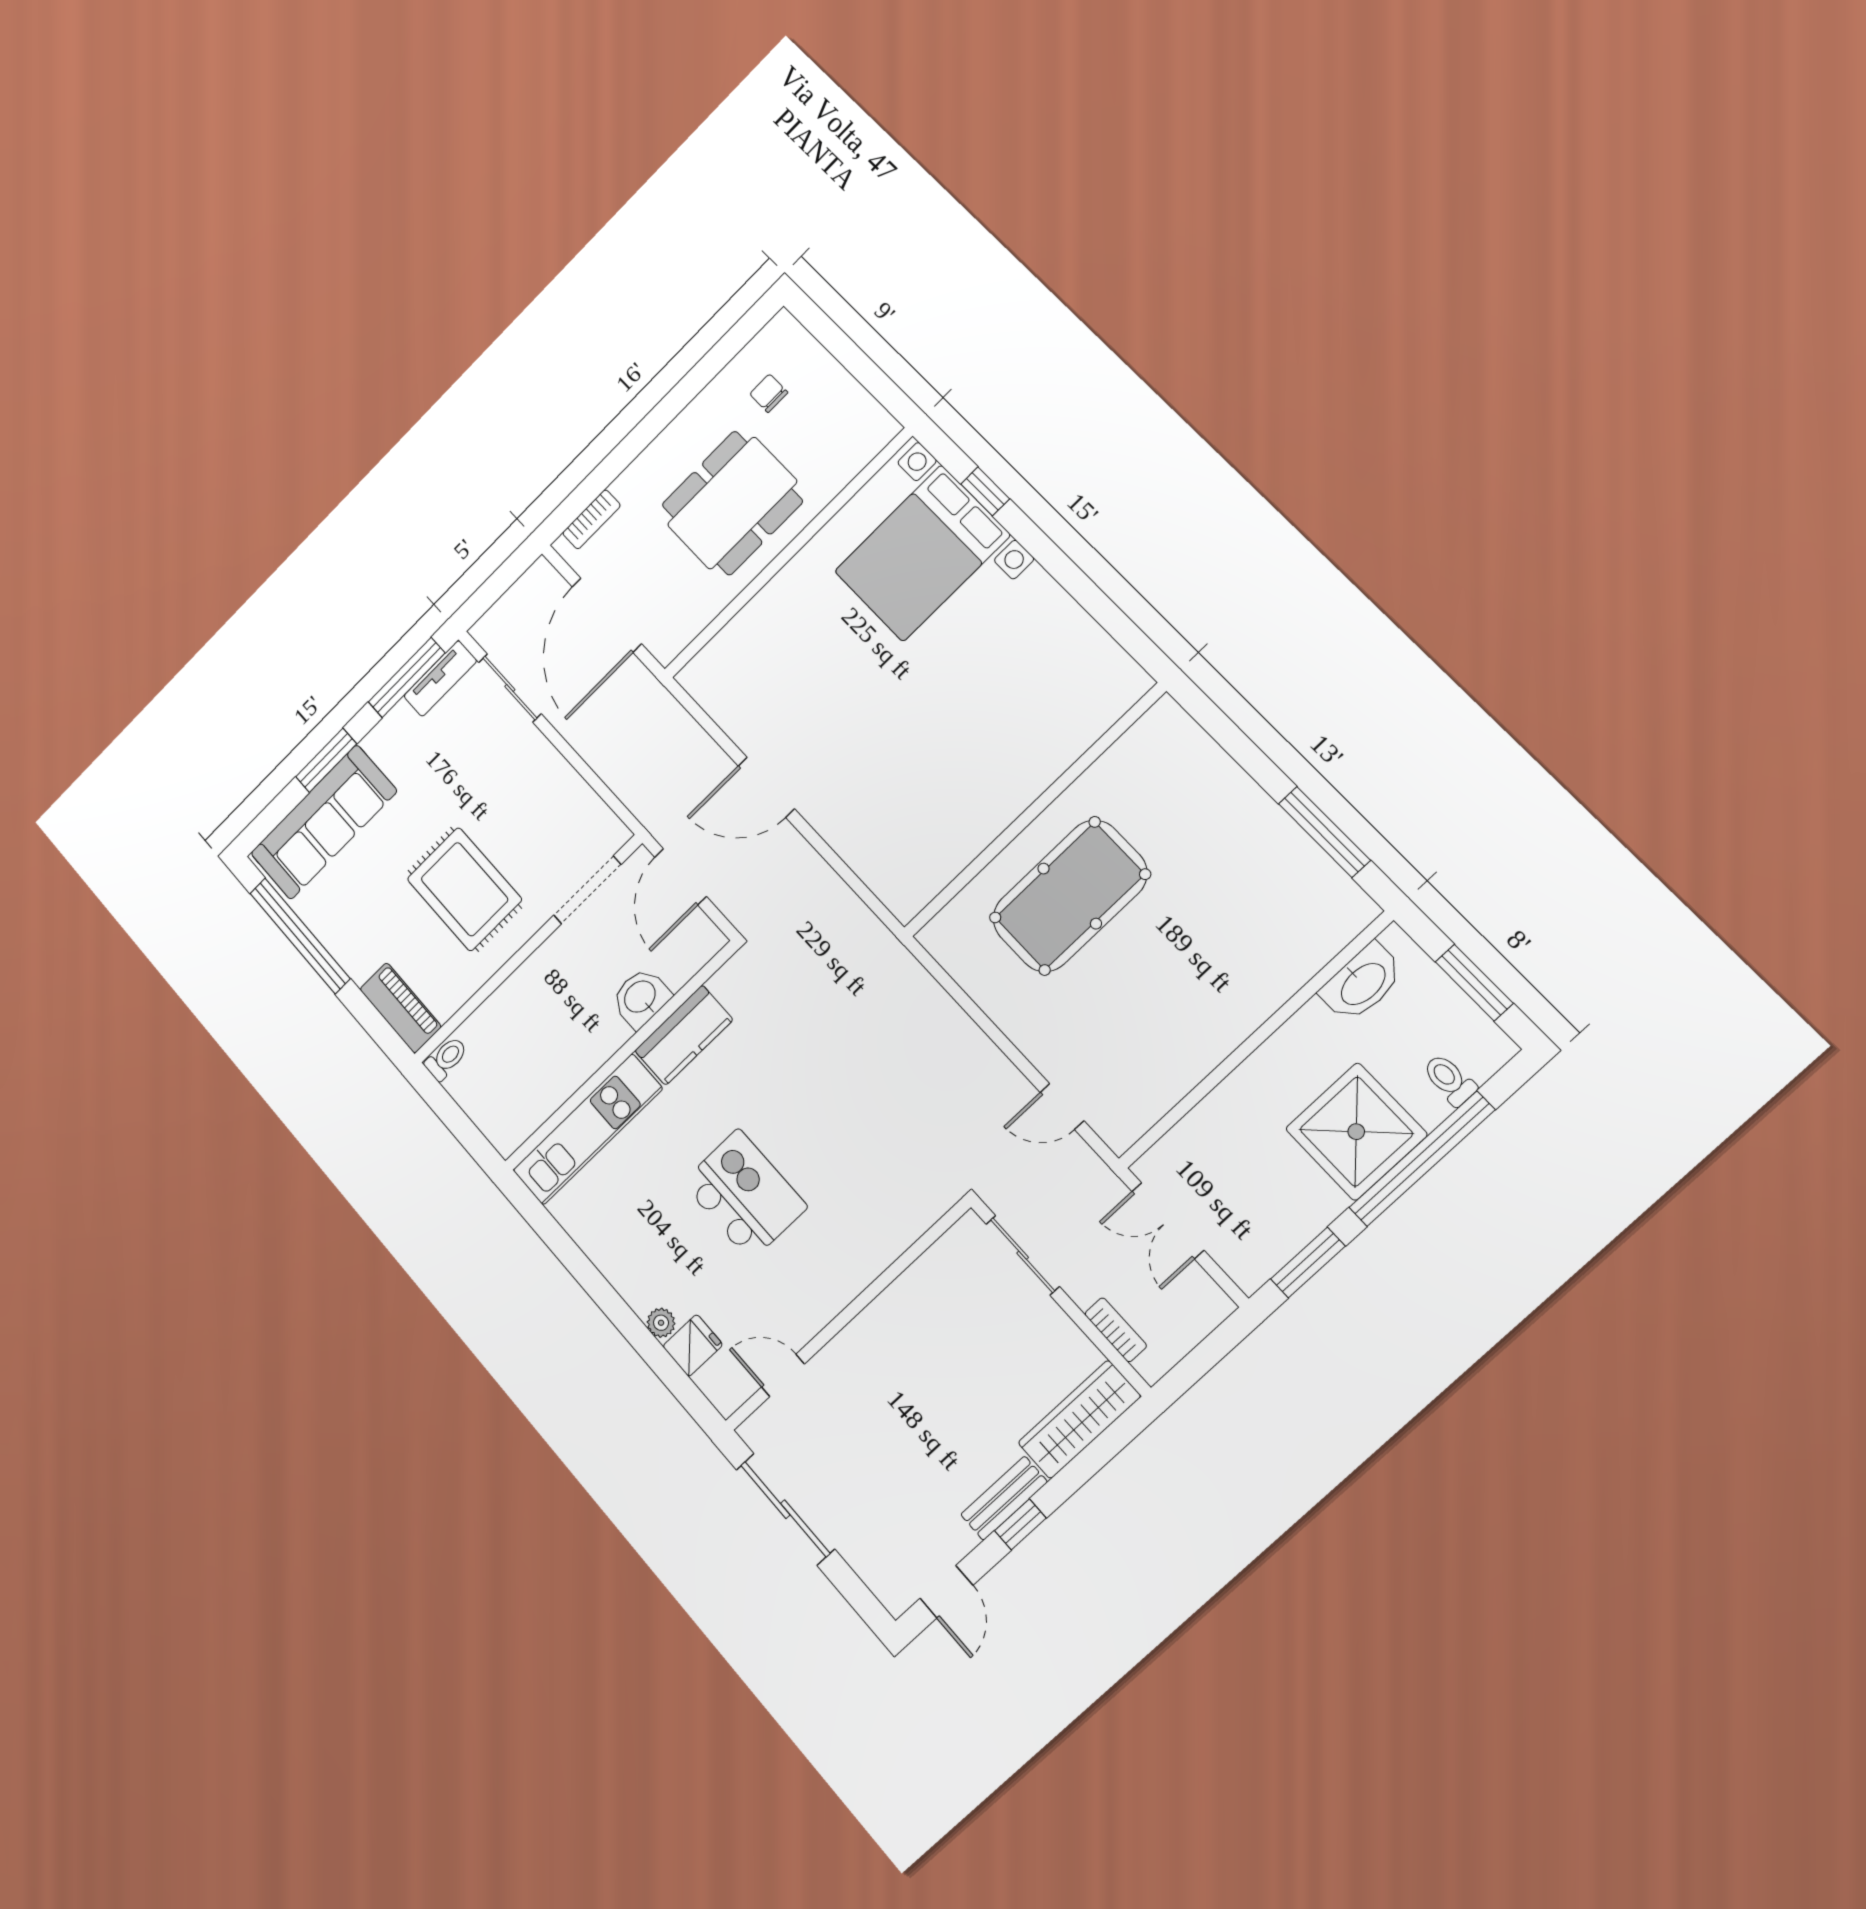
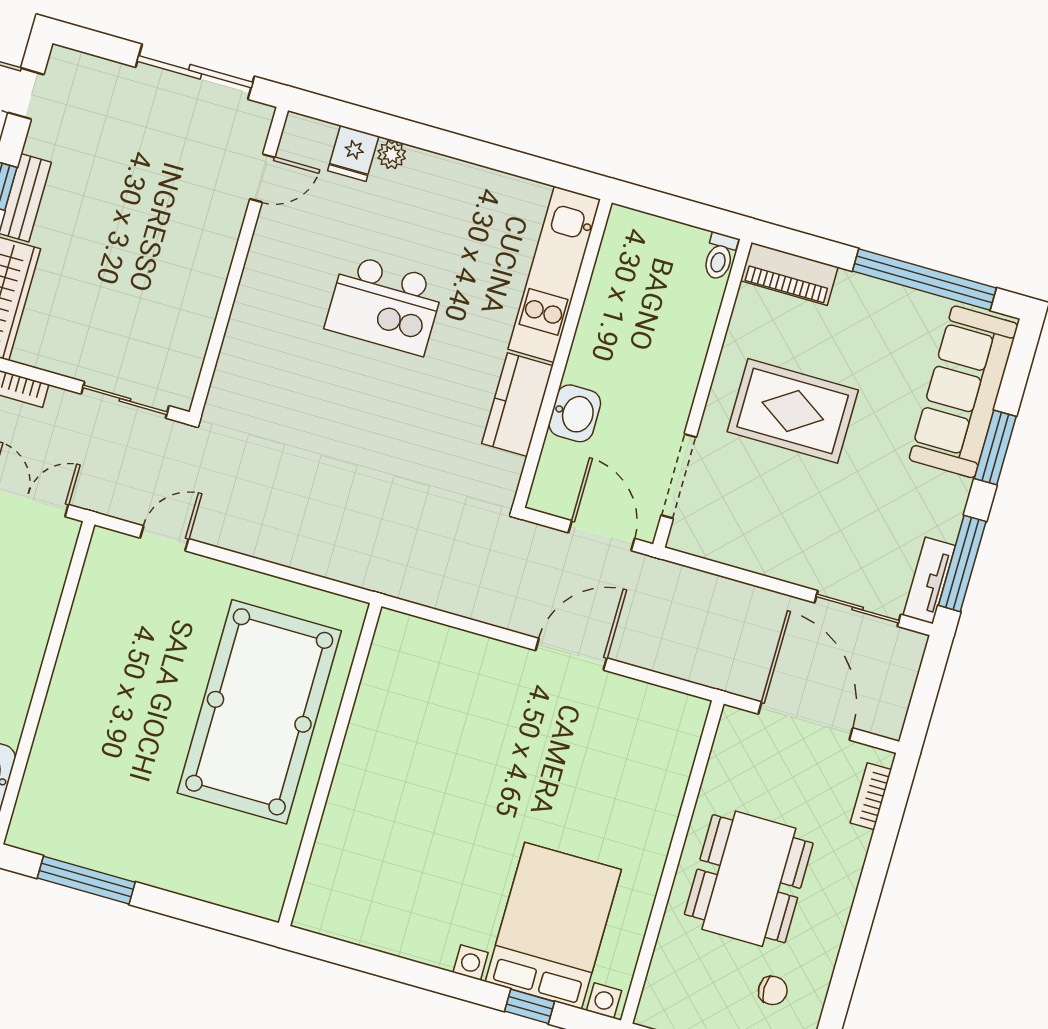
pool table: (1070, 896) -> (259, 712), width x1.36, depth x1.32

